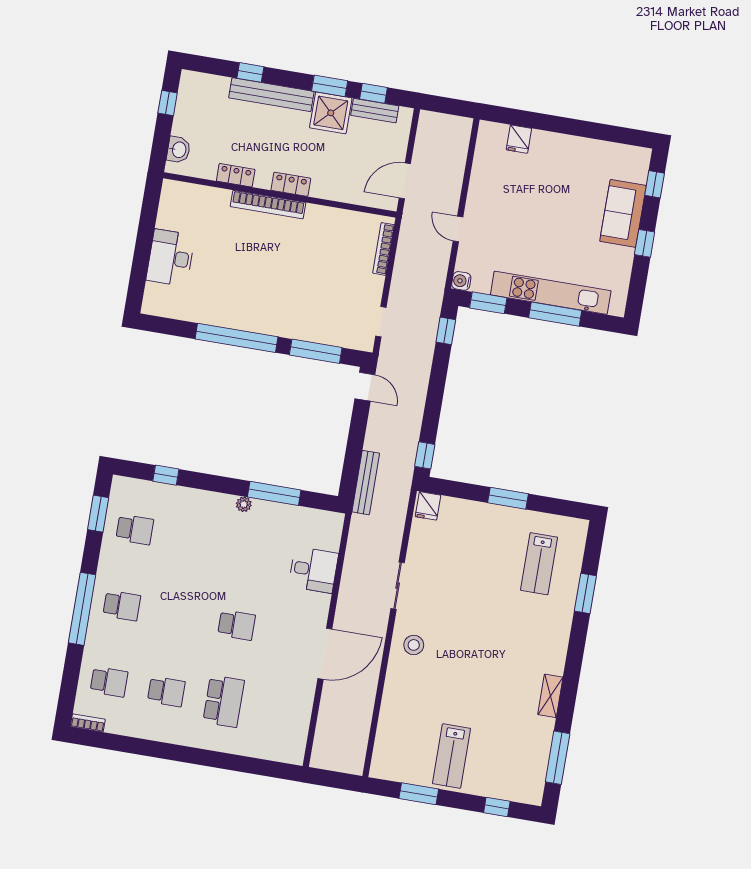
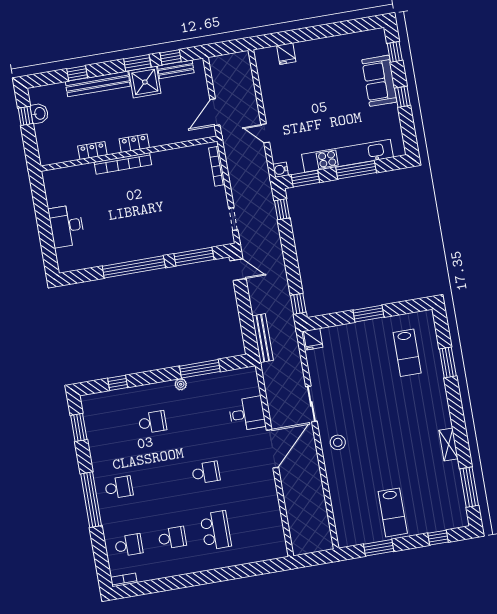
washbasin: (179, 150) -> (39, 113), moved
school desk: (135, 529) -> (152, 422), moved
door: (325, 654) -> (272, 449), moved

